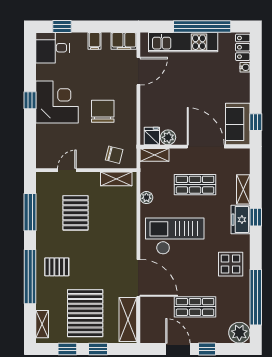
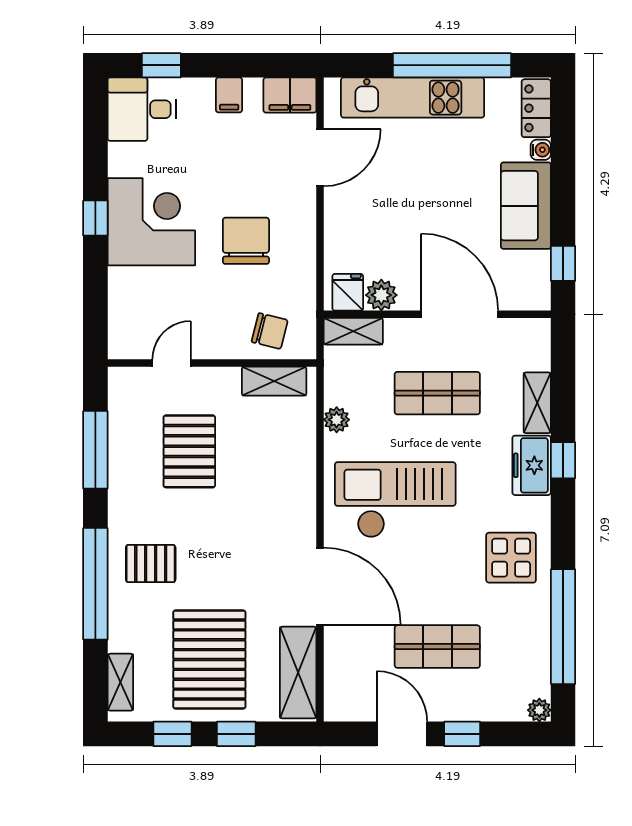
sofa: (238, 124) -> (526, 206), moved
plant: (239, 333) -> (539, 710), width x0.53, depth x0.53

